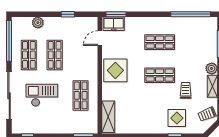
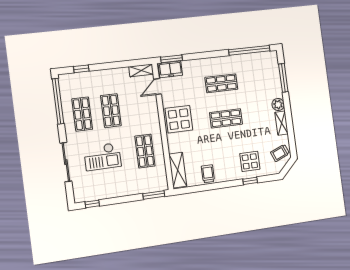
window: (68, 14) -> (81, 69), moved
shelving: (87, 22) -> (141, 70), added
plant: (38, 23) -> (88, 77), removed
trolley: (186, 90) -> (208, 174), moved
checkout: (42, 95) -> (102, 157), turned 180
sliding door: (9, 96) -> (66, 162), width x0.73

